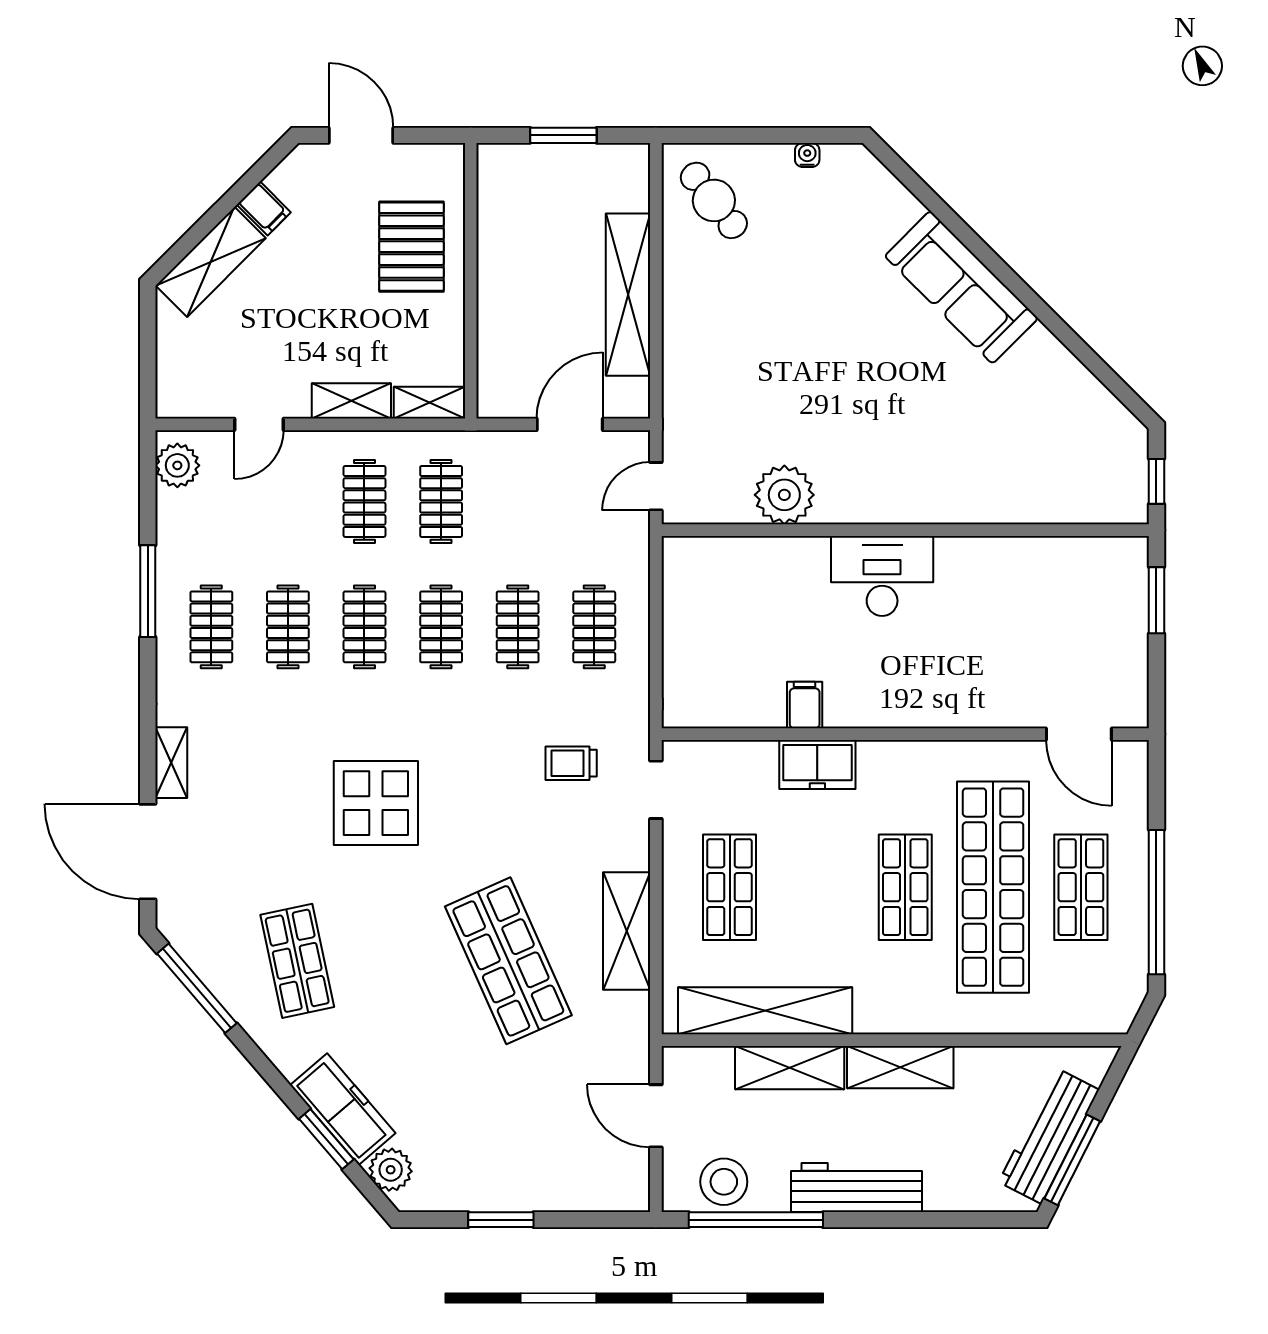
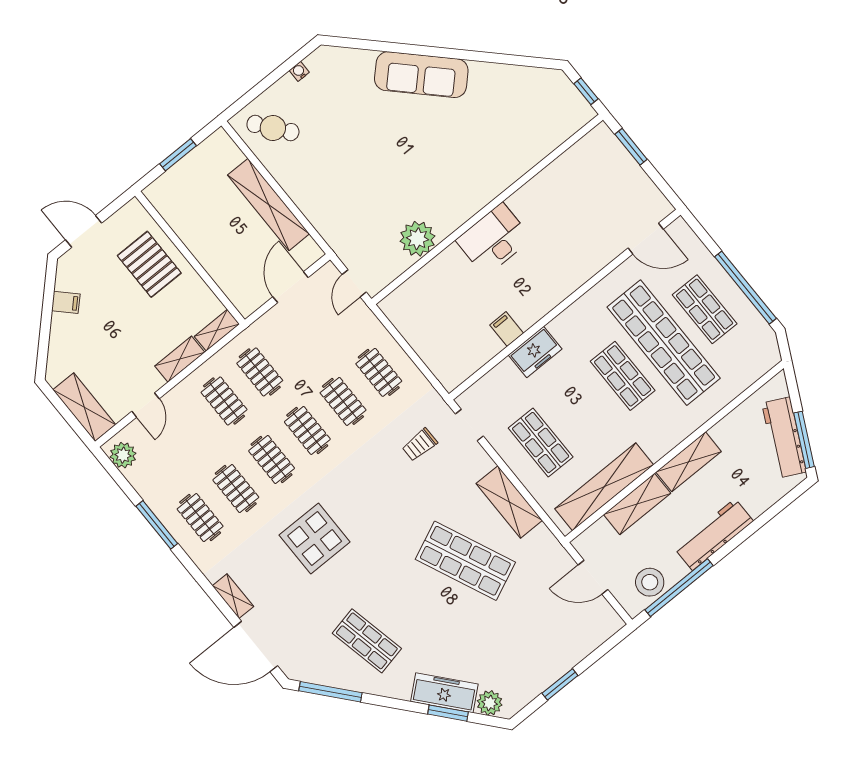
shelving: (211, 262) -> (84, 407), moved, turned -45
display table: (376, 803) -> (315, 538), moved

